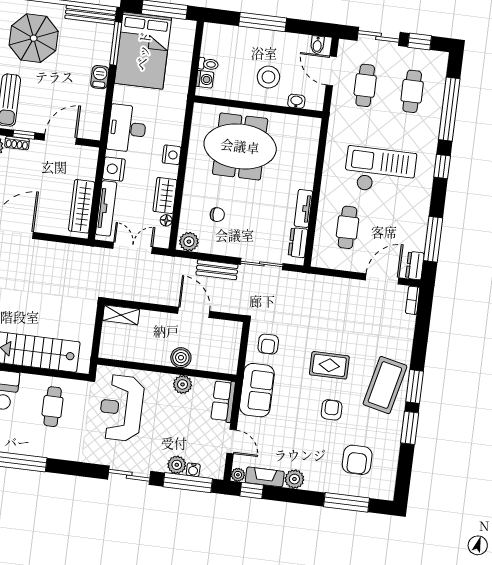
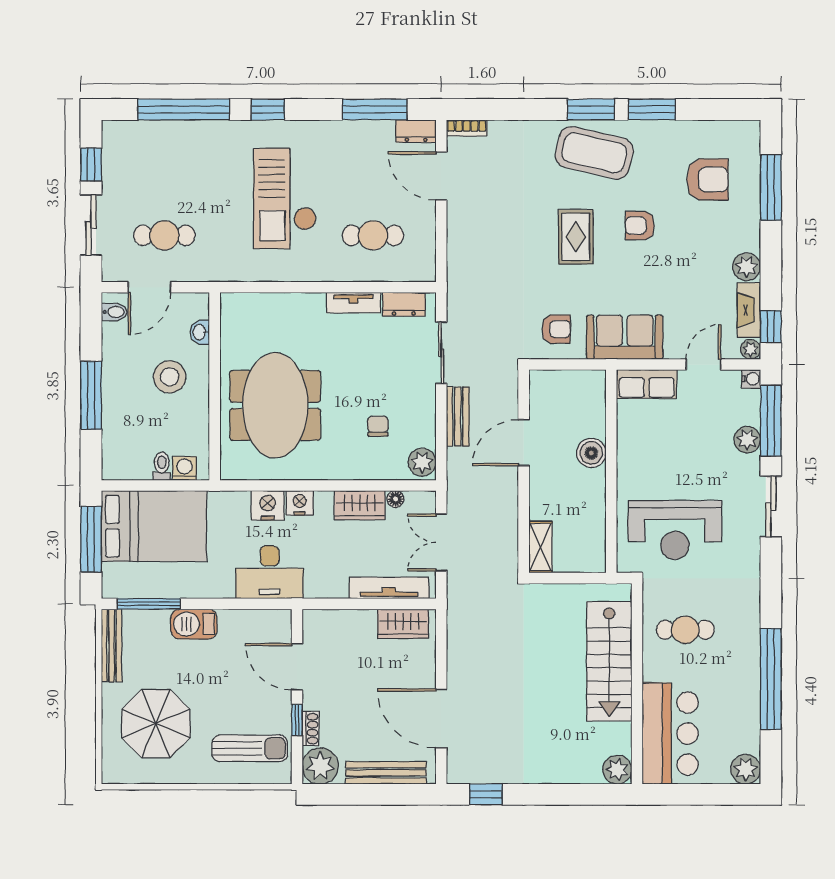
bed: (143, 51) -> (154, 526), moved
barbecue: (100, 77) -> (194, 624), width x1.38, depth x1.27
cafe table: (412, 91) -> (164, 166), removed
nightstand: (114, 169) -> (268, 505), moved, turned 180
wardrobe: (82, 206) -> (403, 624), width x0.67
plant: (183, 384) -> (630, 446), removed
water cooler: (193, 470) -> (751, 379), moved

